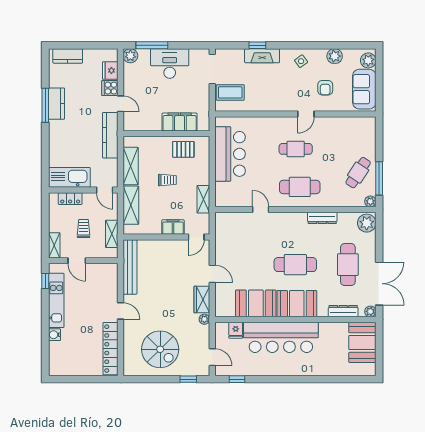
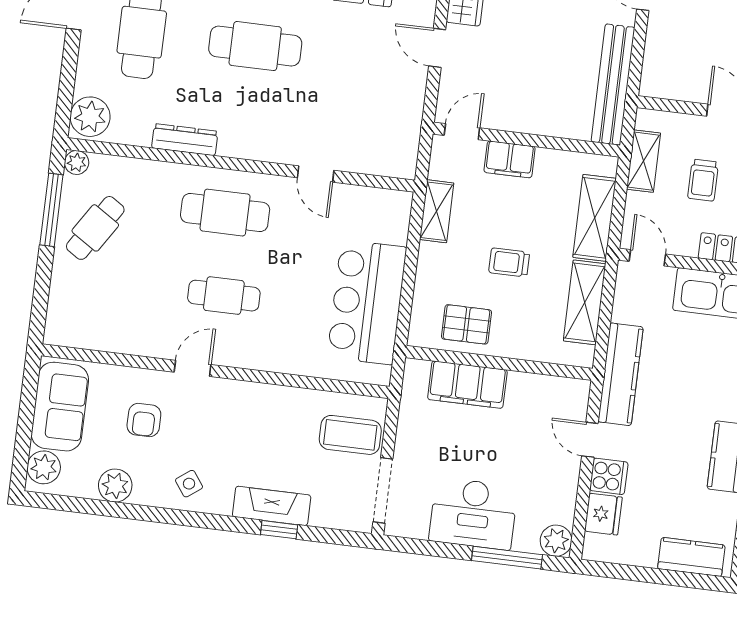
armchair: (325, 88) -> (144, 420), turned 180

